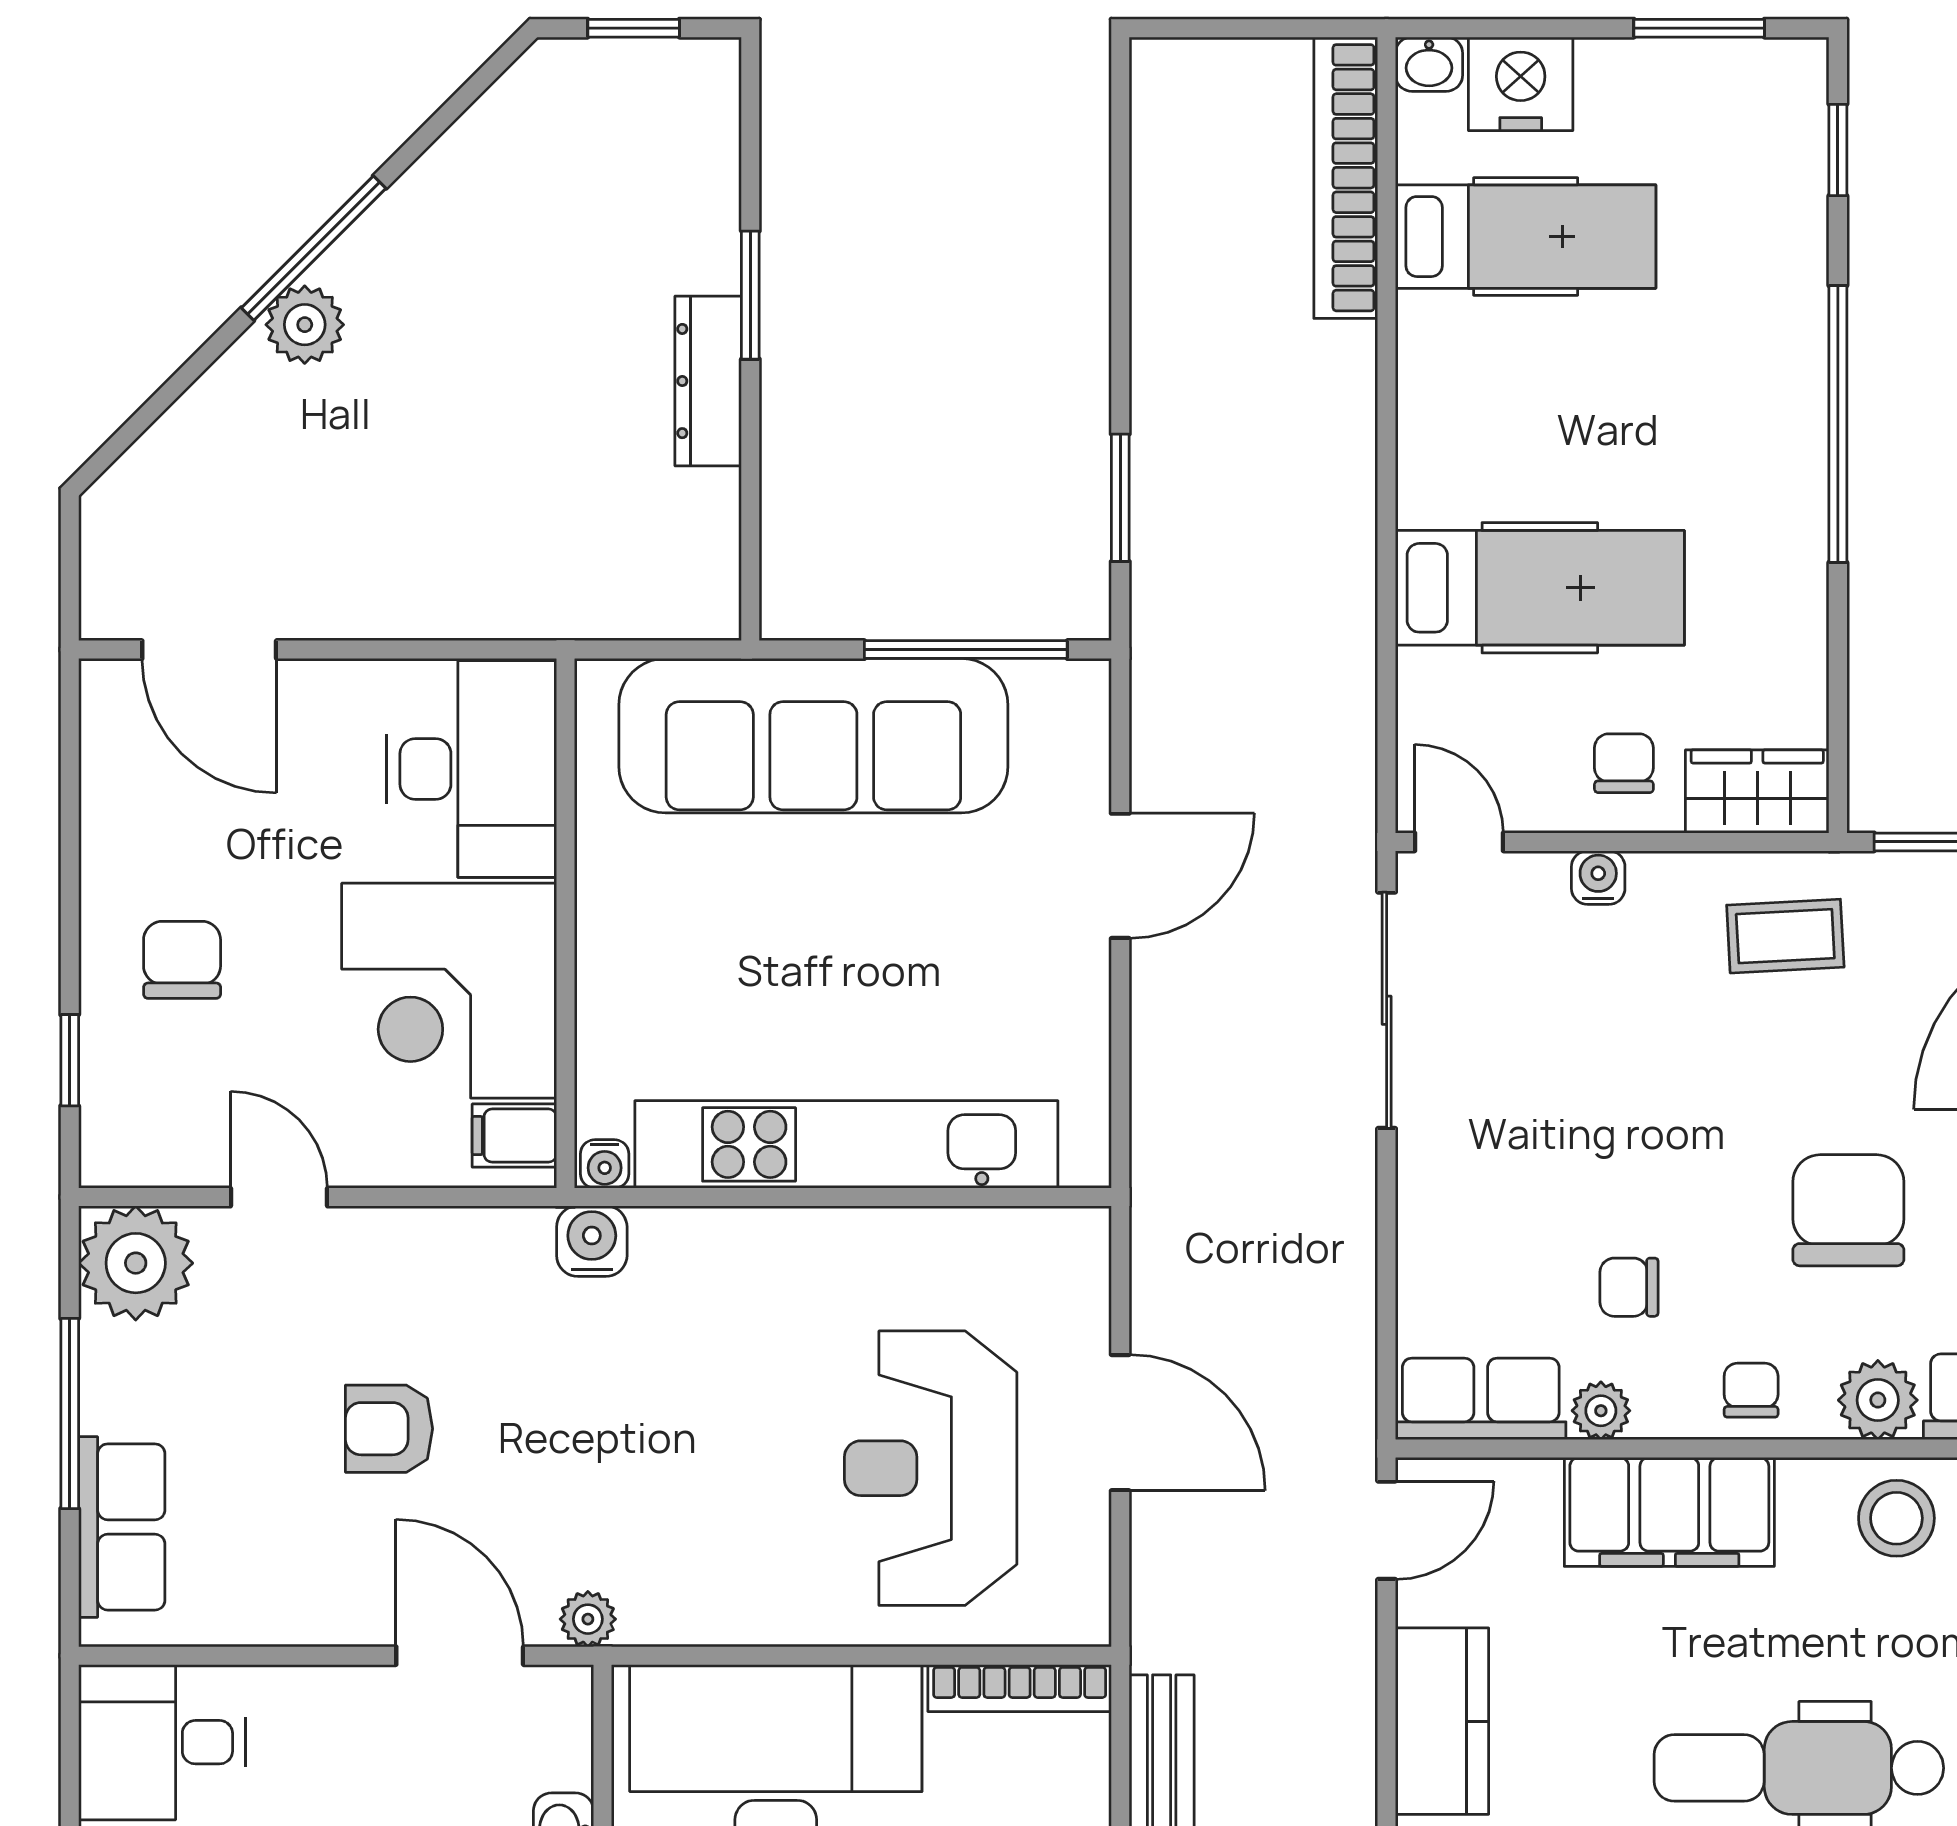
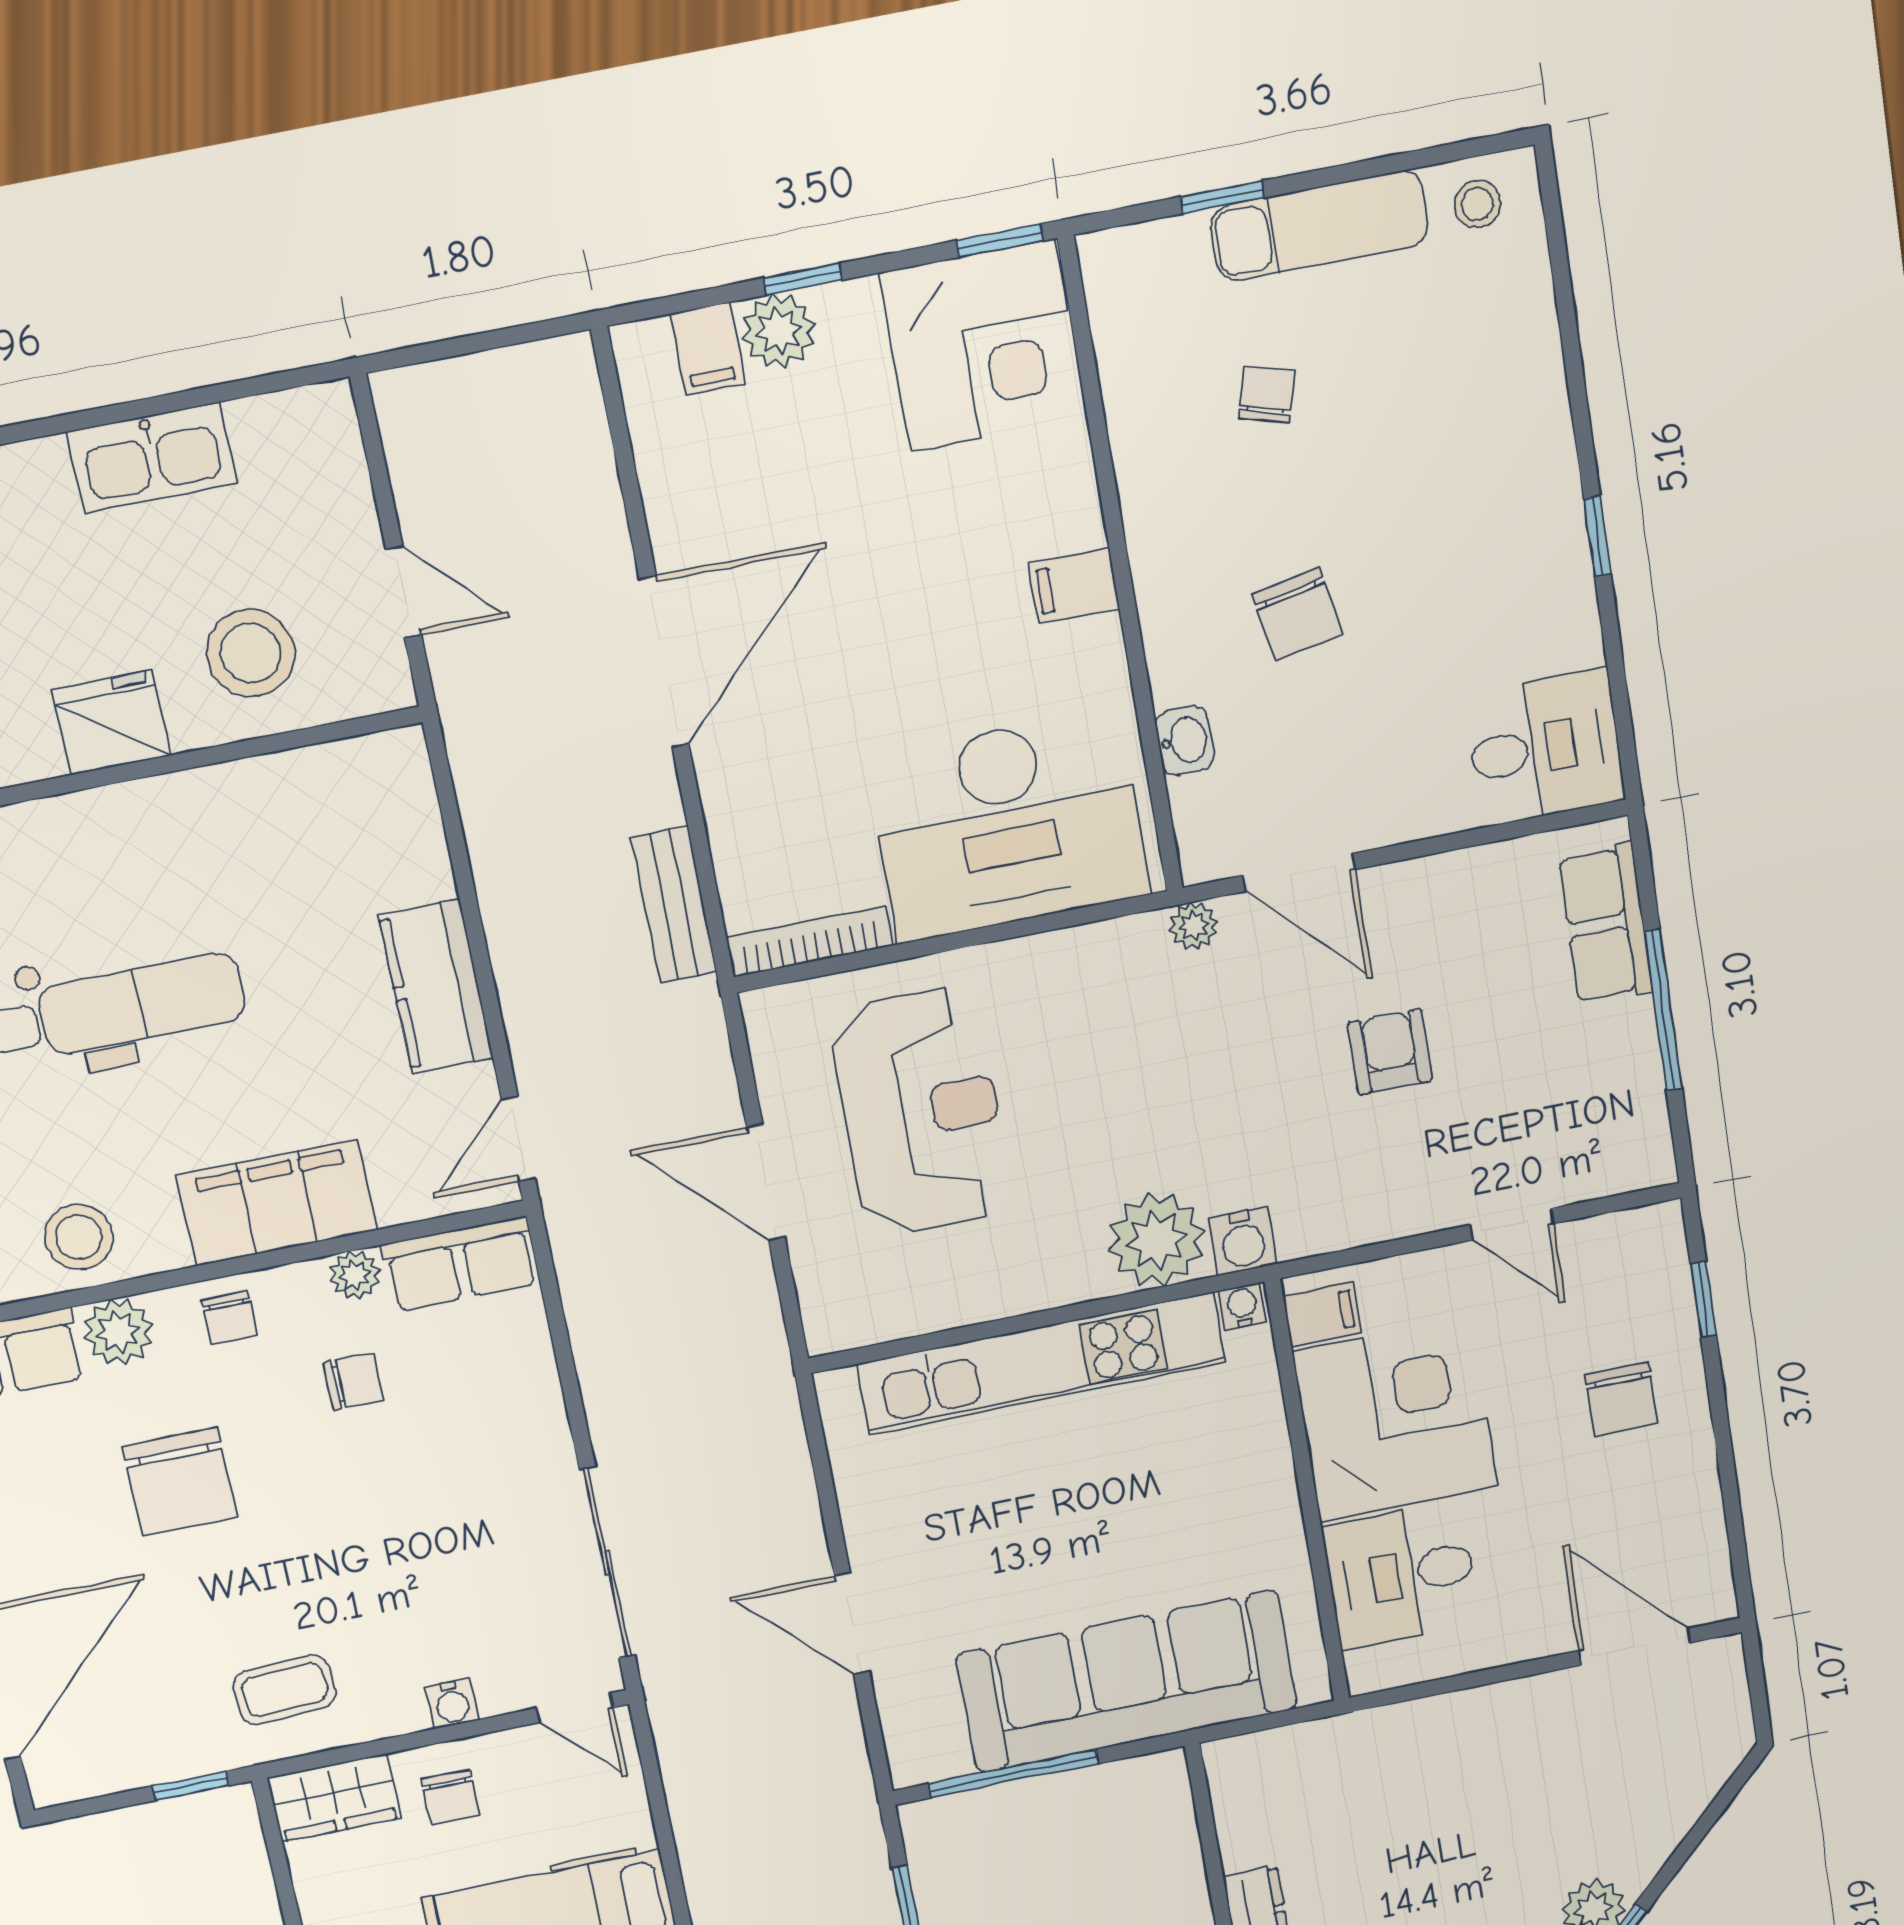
desk: (471, 769) -> (1401, 1575), width x0.73
door: (1120, 876) -> (852, 1624), hinge flipped
plant: (136, 1263) -> (1157, 1240), moved
armchair: (389, 1429) -> (1390, 1052), turned -90

